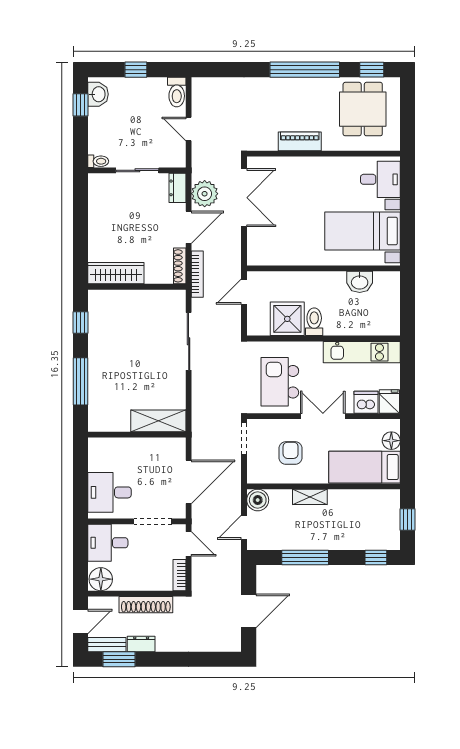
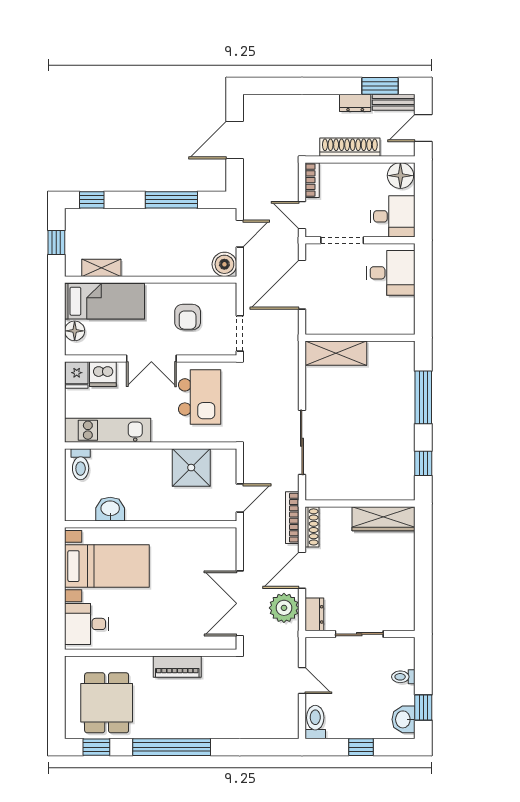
toilet: (98, 161) -> (403, 677), moved
toilet: (314, 322) -> (81, 464), moved
shelving: (310, 497) -> (101, 268), moved

